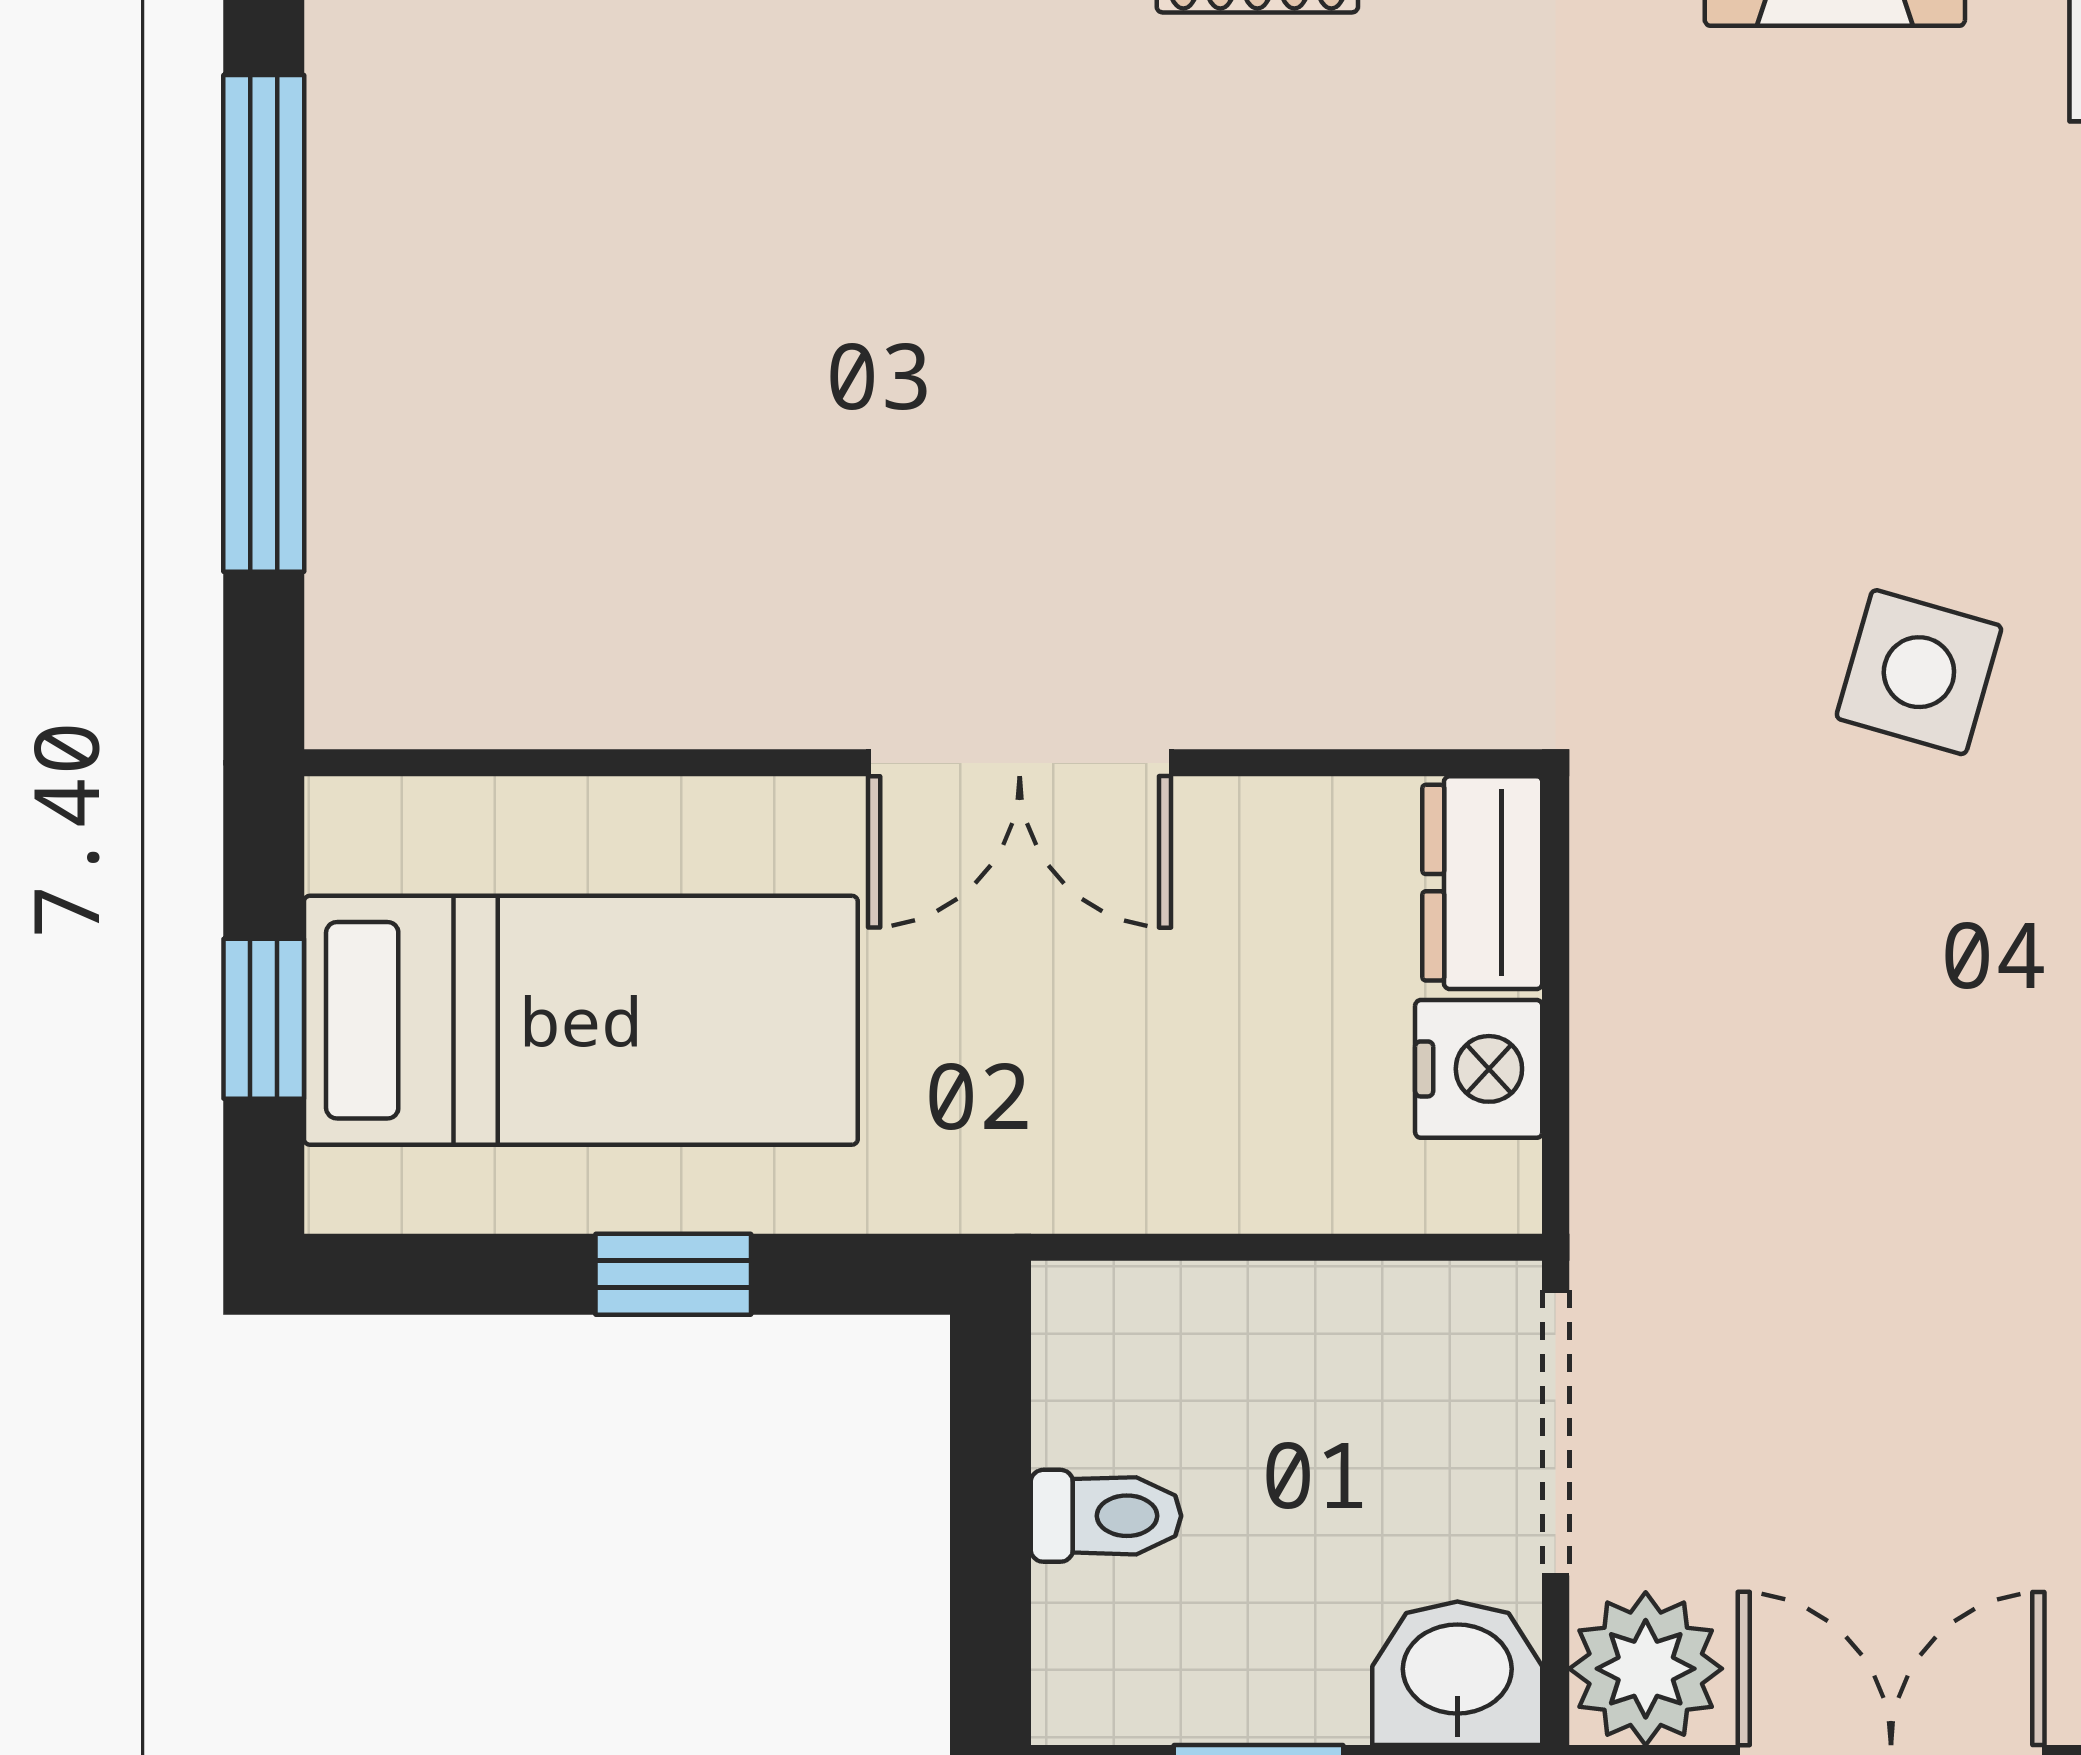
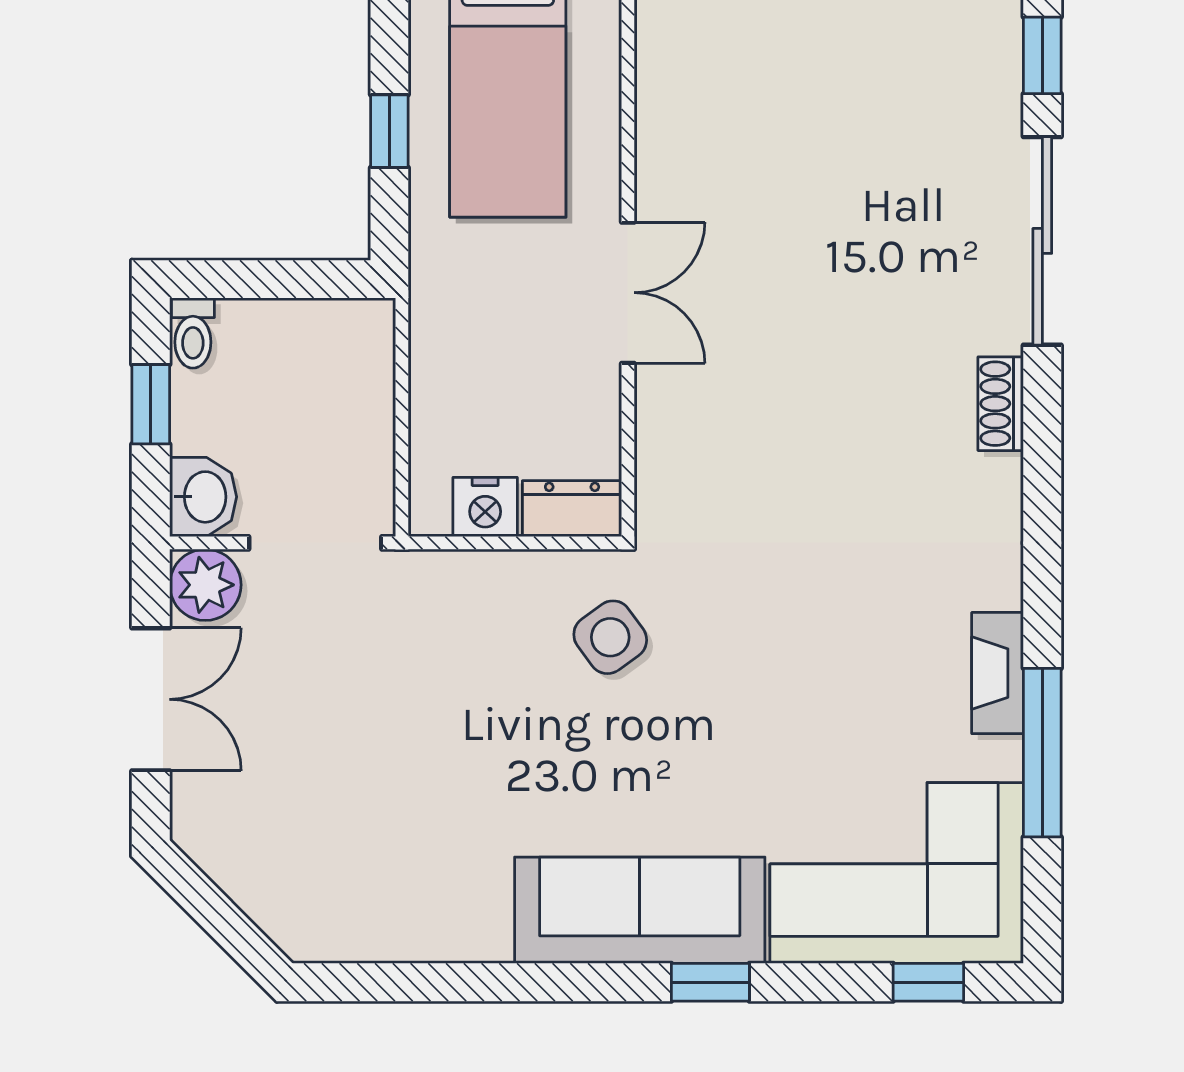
side table: (1919, 672) -> (610, 637), moved, turned 38
double door: (1020, 763) -> (628, 293), swing flipped
toilet: (1106, 1516) -> (193, 333), moved

